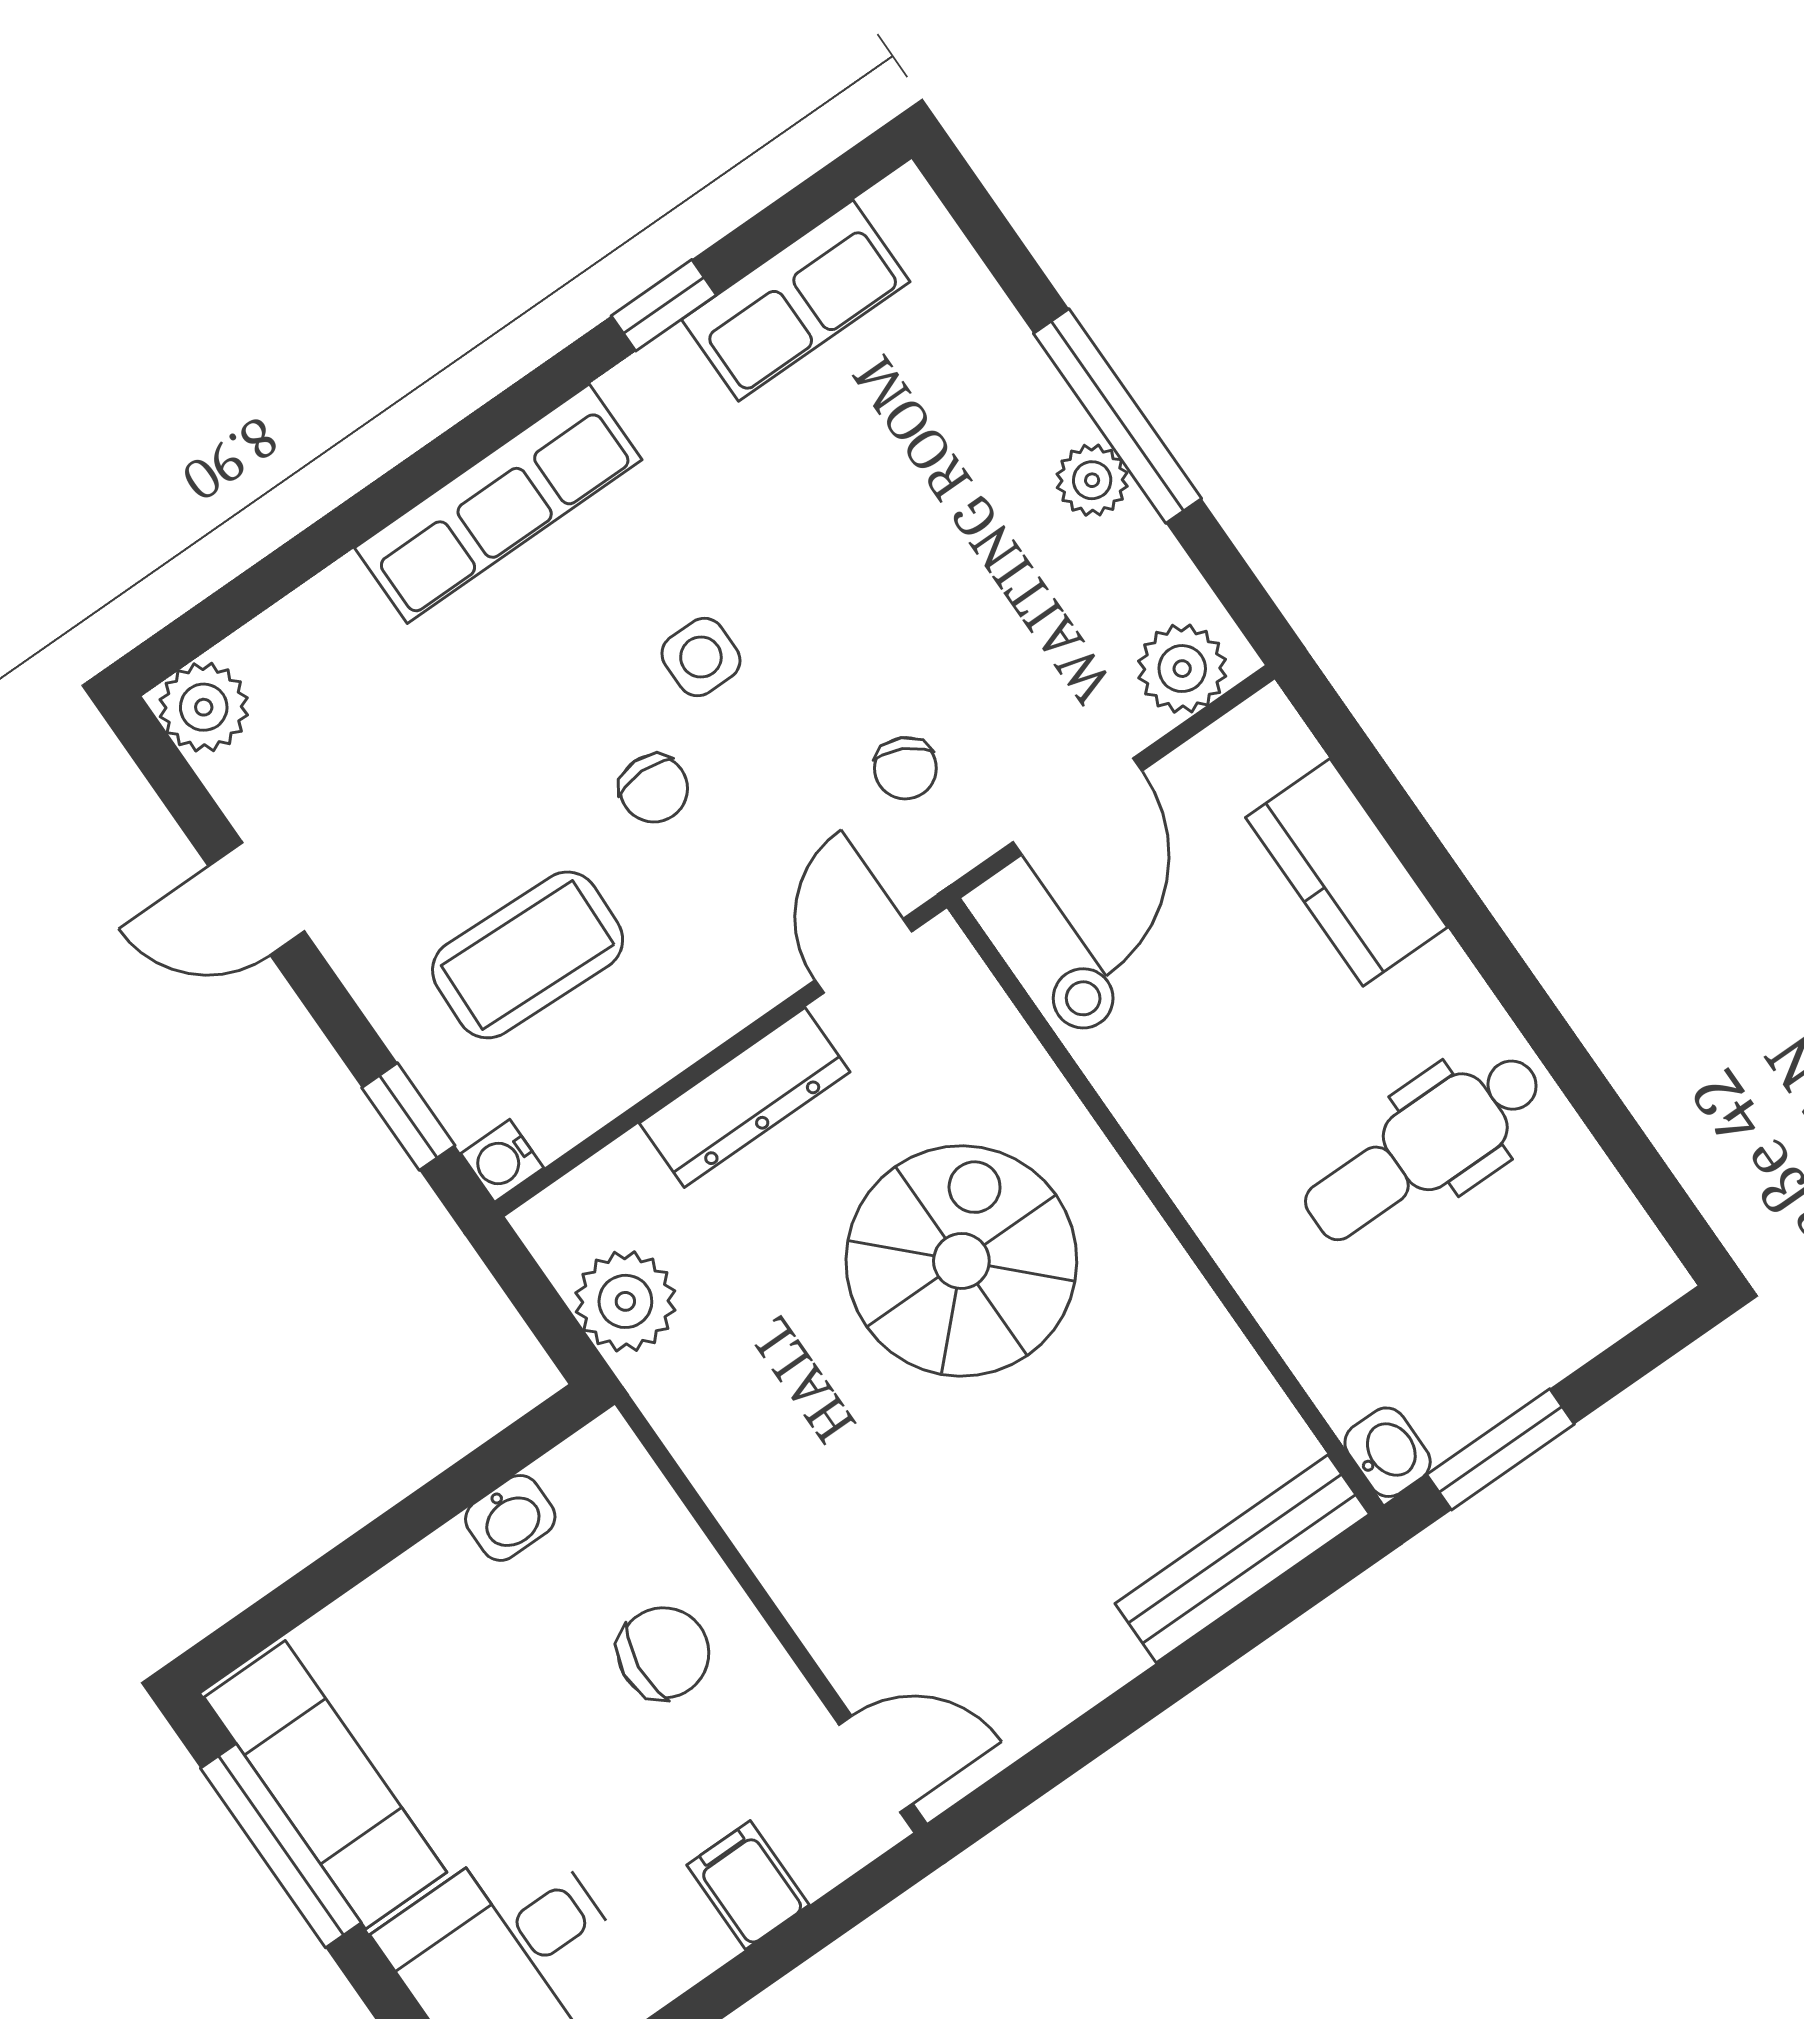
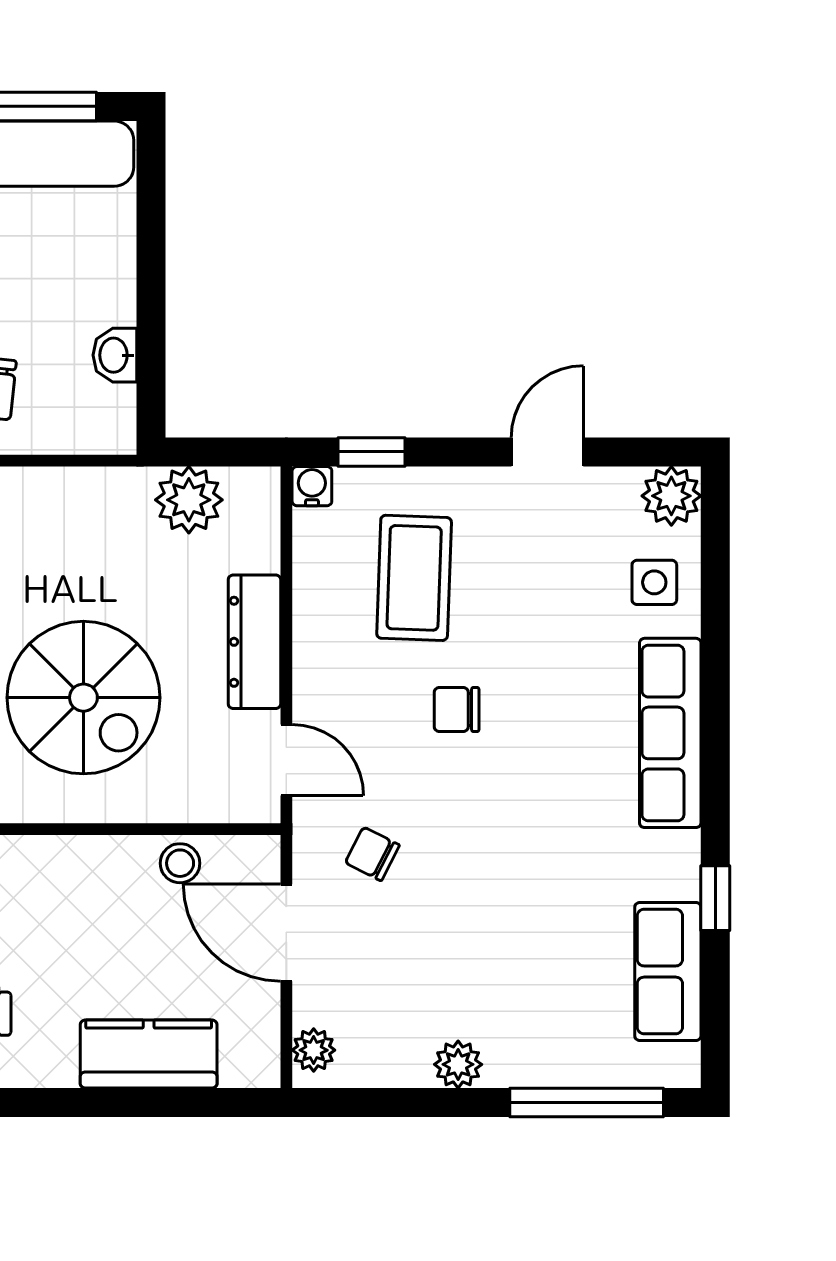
window: (1117, 416) -> (587, 1103), moved
side table: (701, 657) -> (654, 582), moved
plant: (1182, 669) -> (314, 1050), width x0.73, depth x0.73

